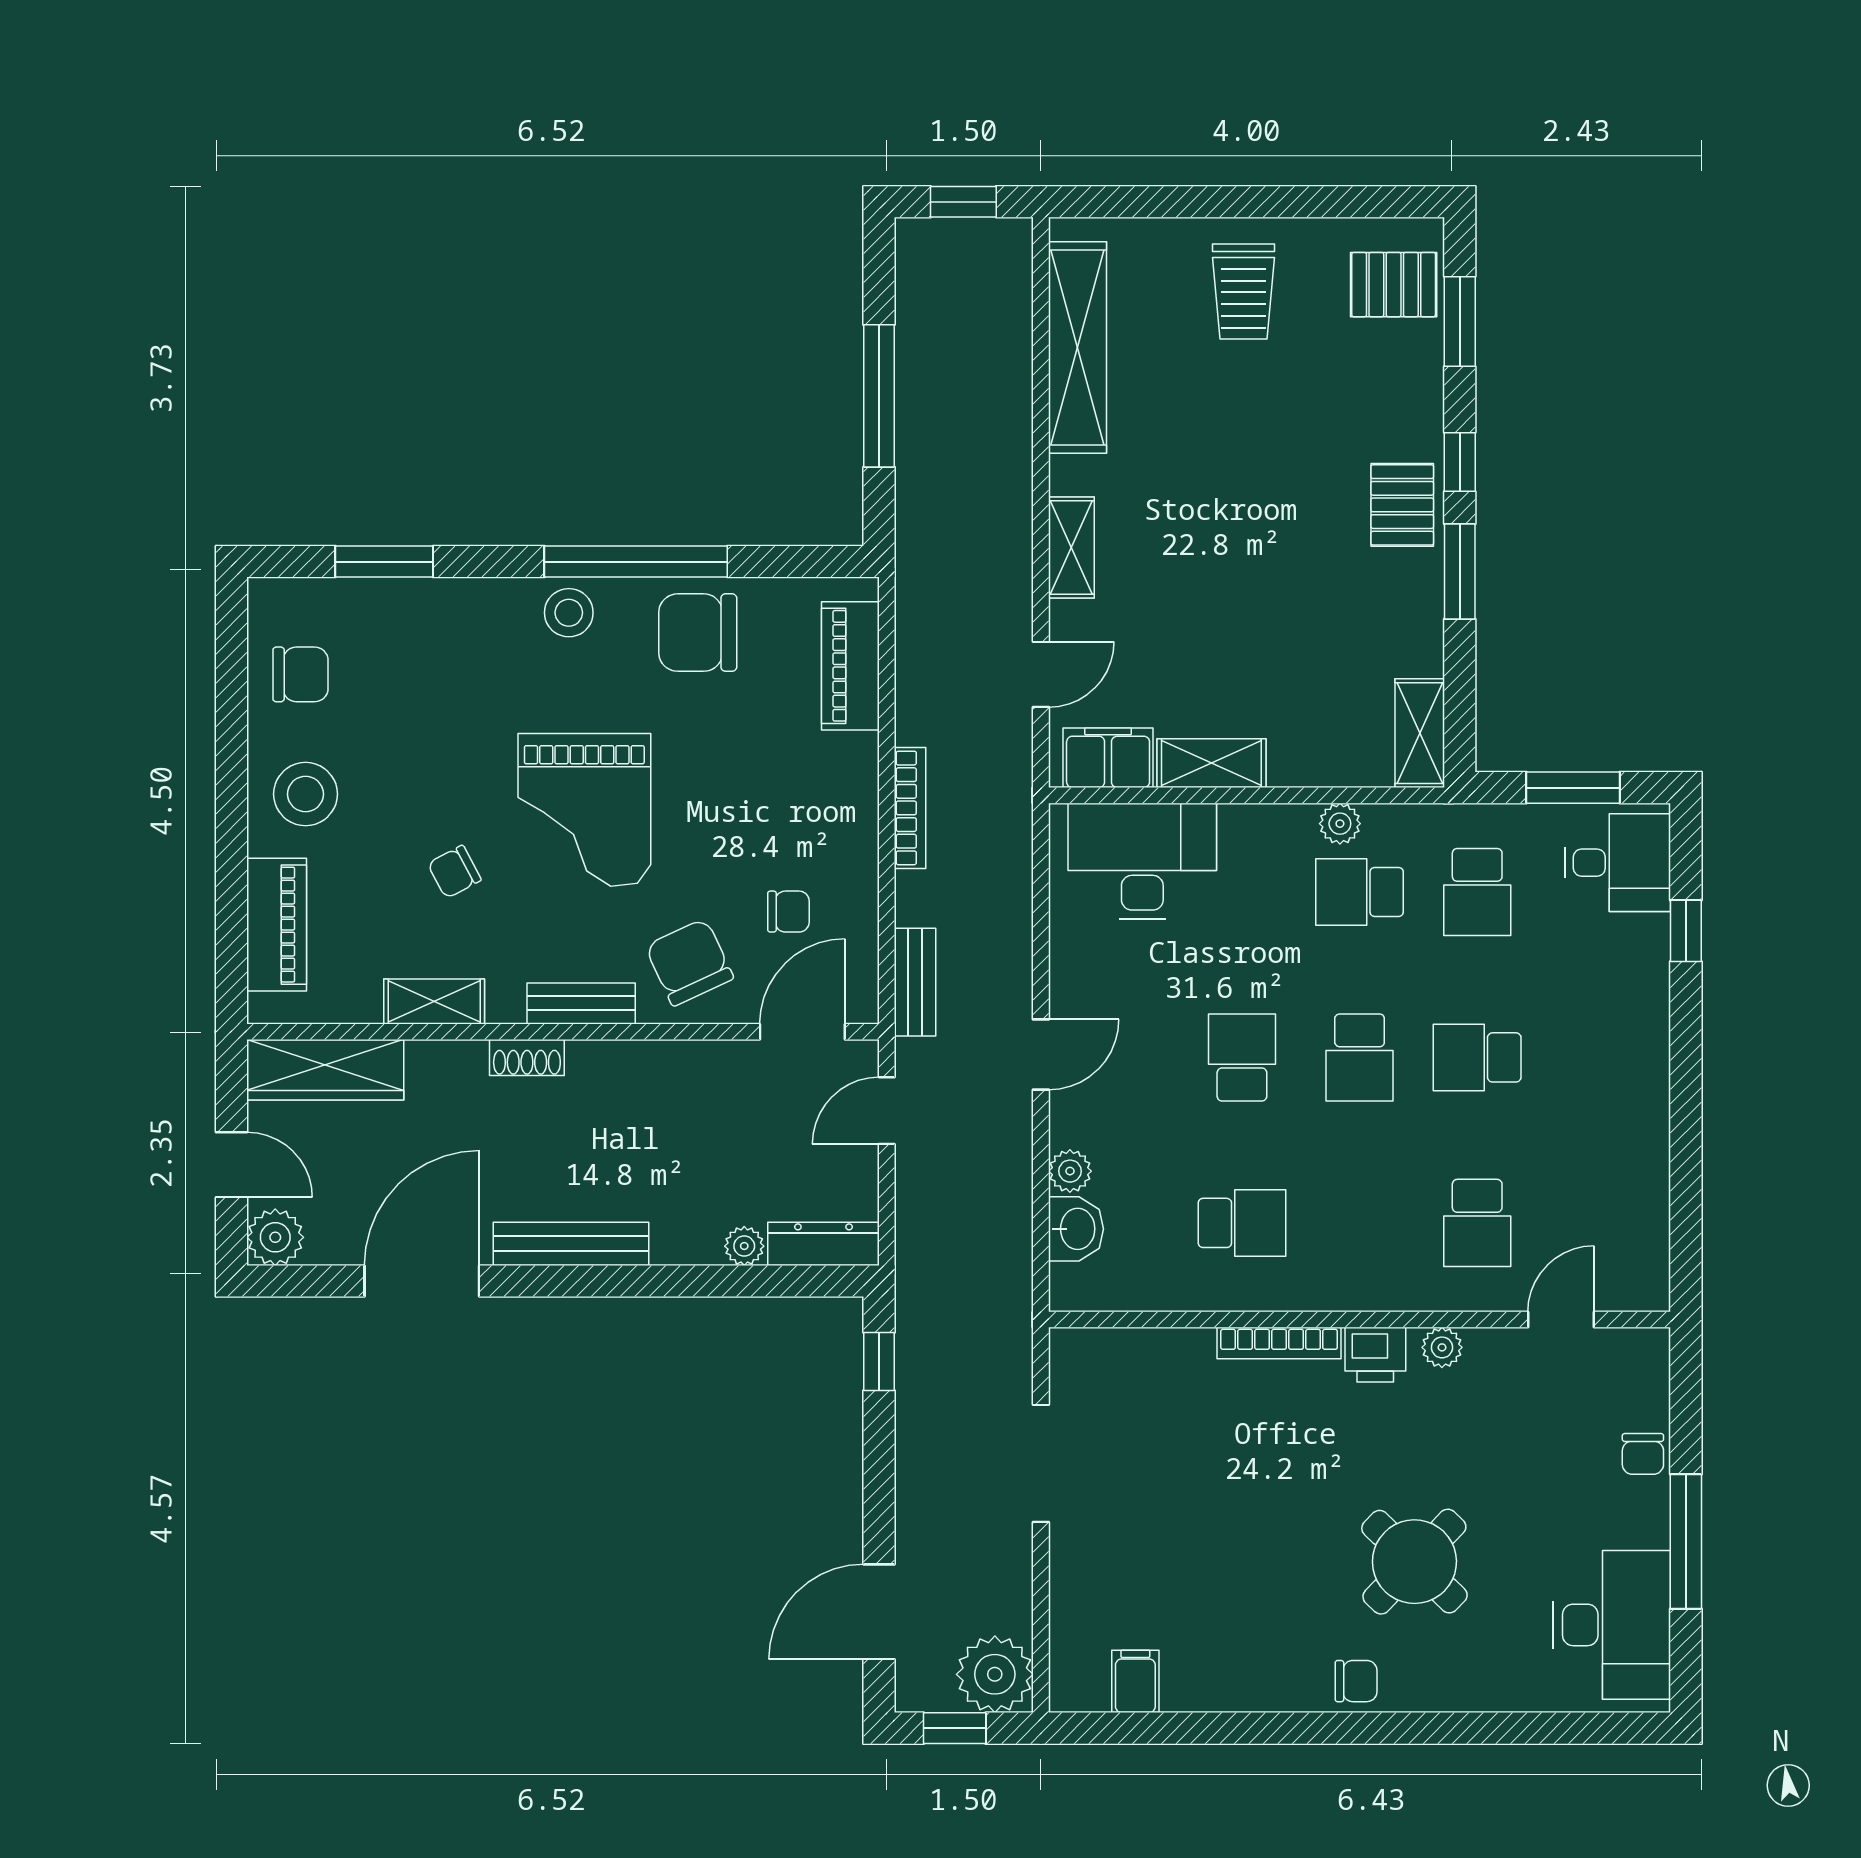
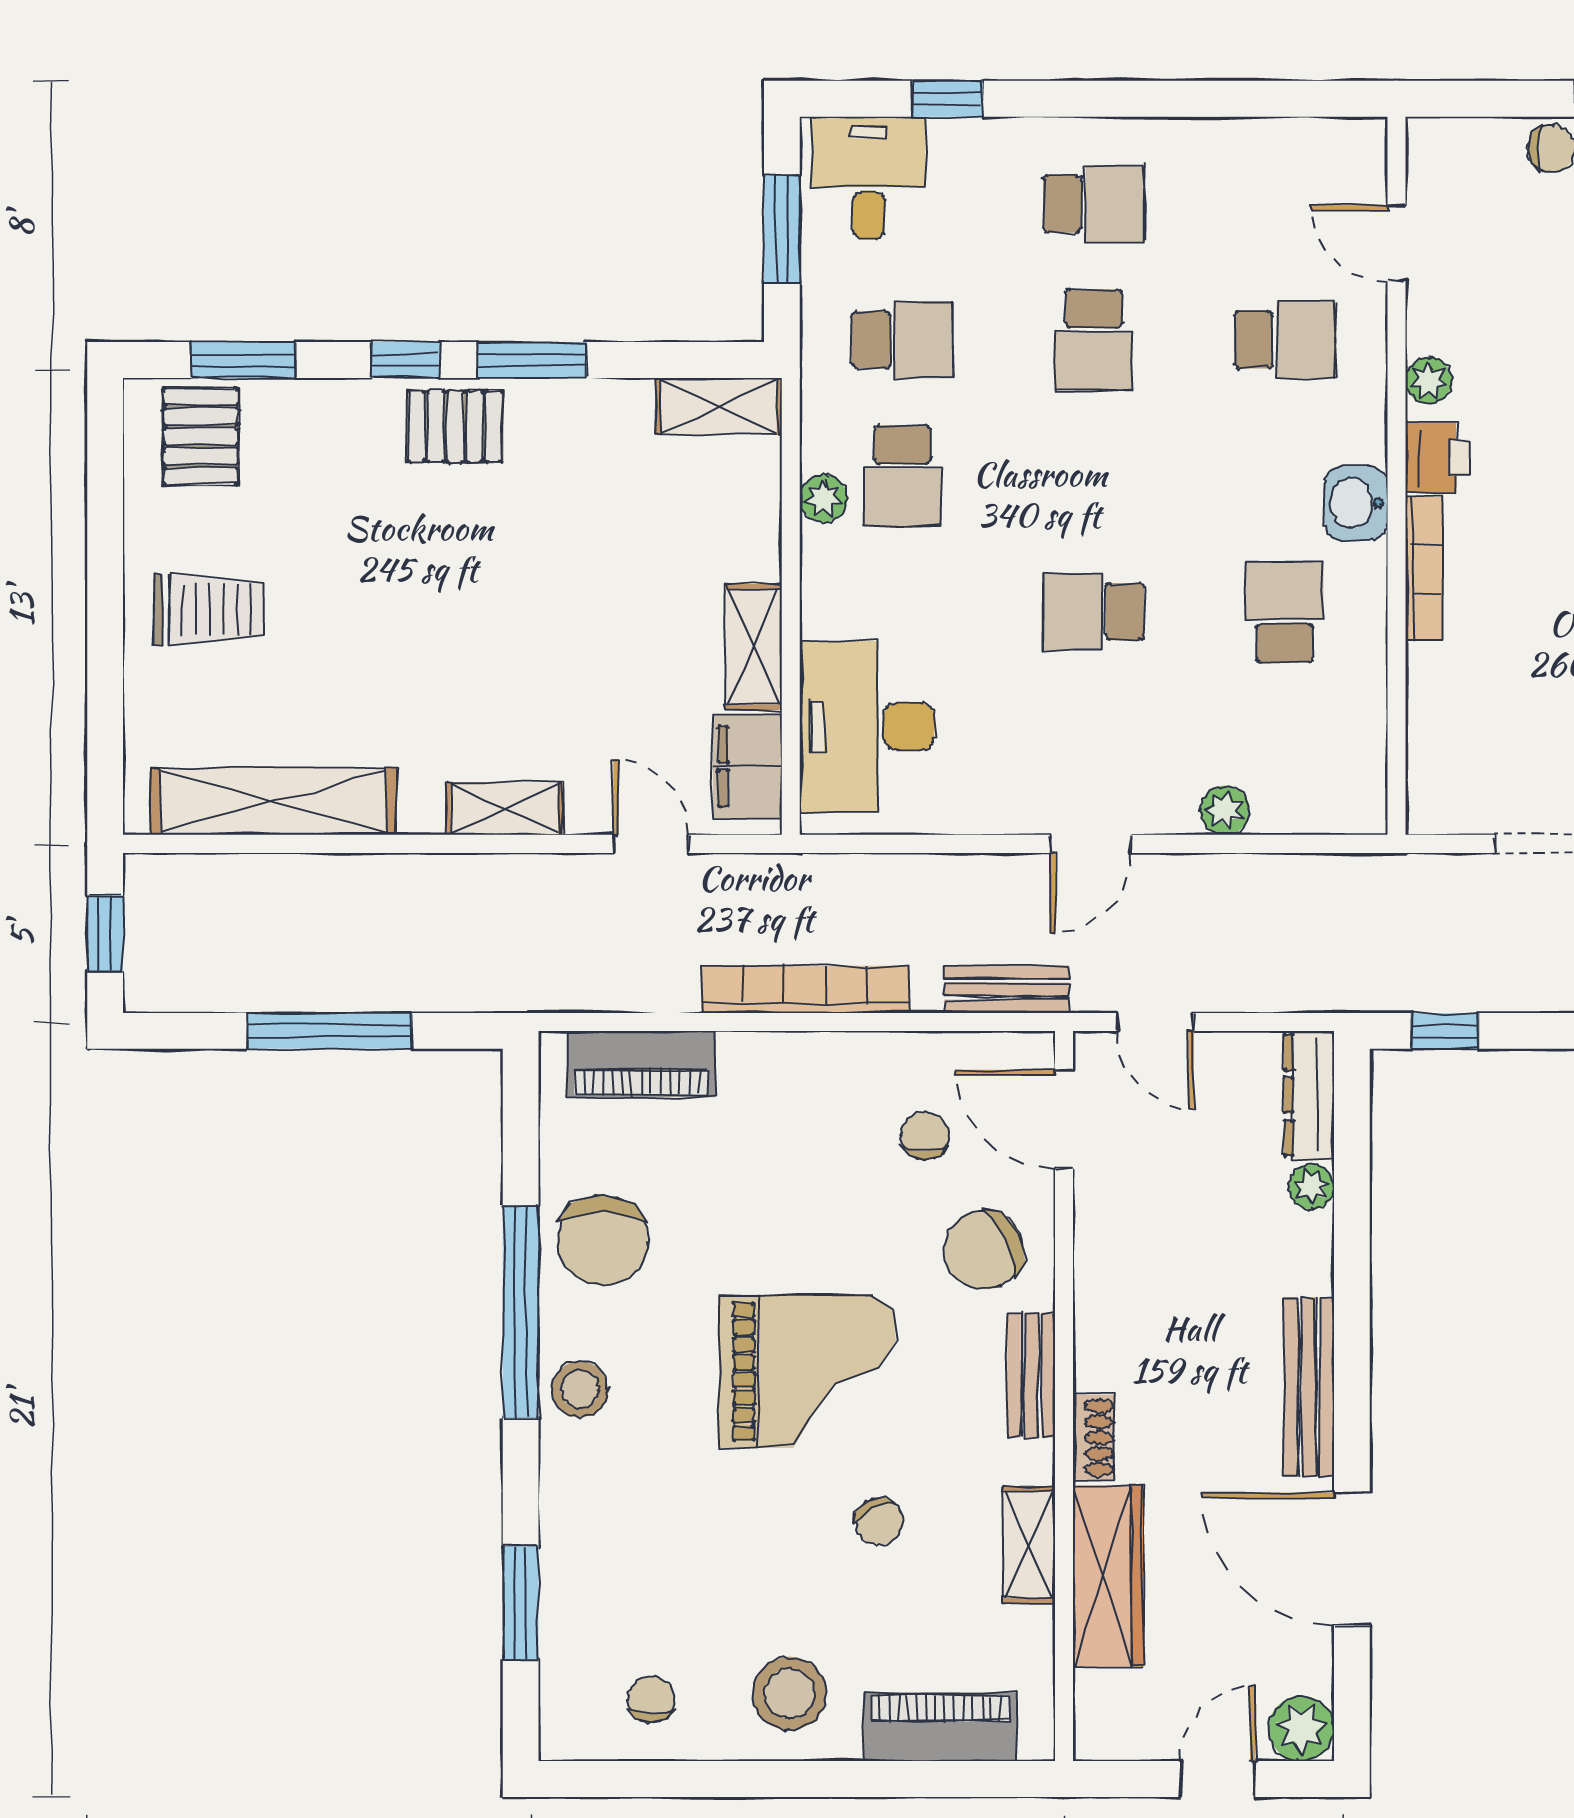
chair: (301, 674) -> (651, 1699), width x0.73, depth x0.73
bookcase: (910, 808) -> (805, 990), width x1.48, depth x1.31
door: (1041, 1055) -> (1090, 844), swing flipped
school desk: (1360, 1057) -> (1094, 204), moved
wardrobe: (325, 1070) -> (1108, 1576), moved
washbasin: (1076, 1229) -> (1356, 503), moved, turned -90

